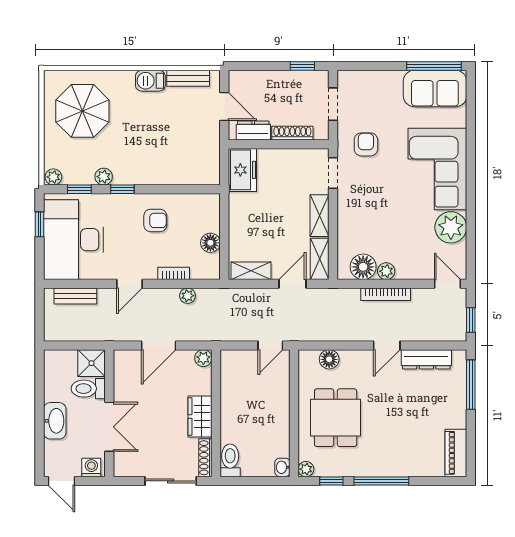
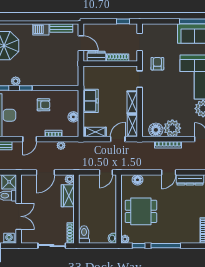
freezer: (242, 170) -> (91, 101), moved
plant: (386, 271) -> (172, 128), width x1.87, depth x1.87
wardrobe: (200, 416) -> (68, 196), moved
dining table: (336, 418) -> (141, 211), turned 90

